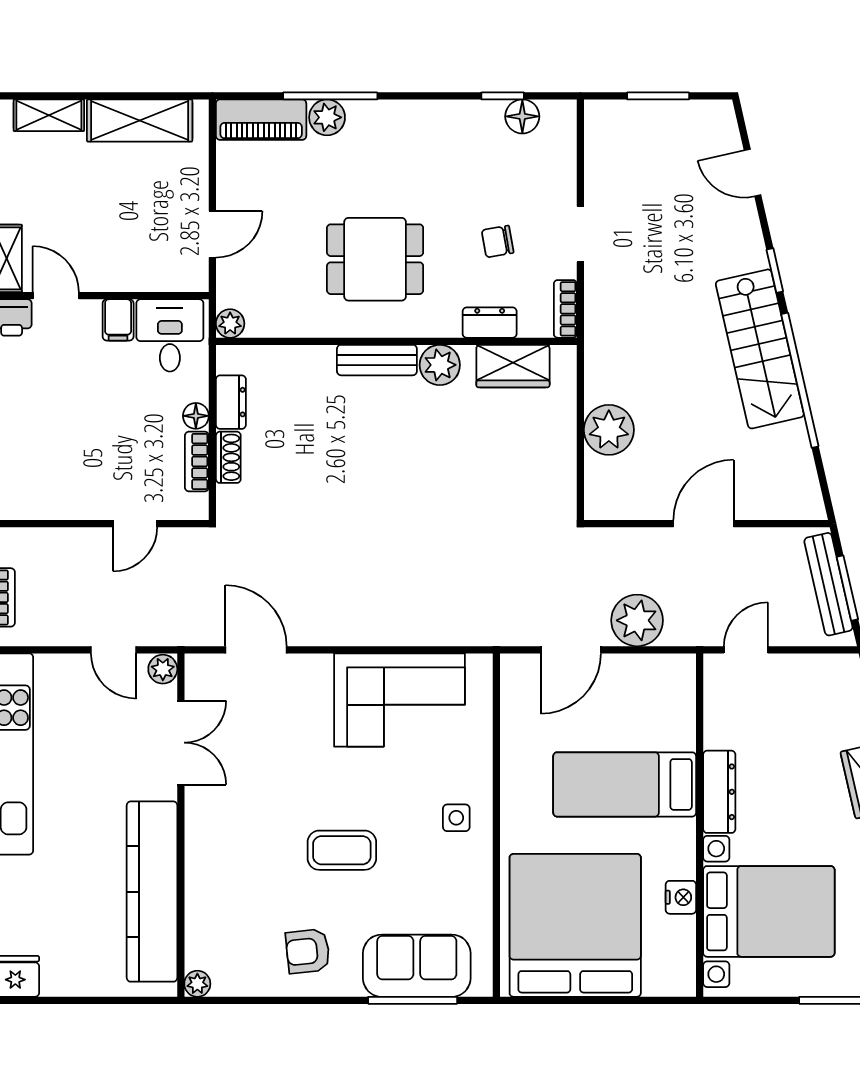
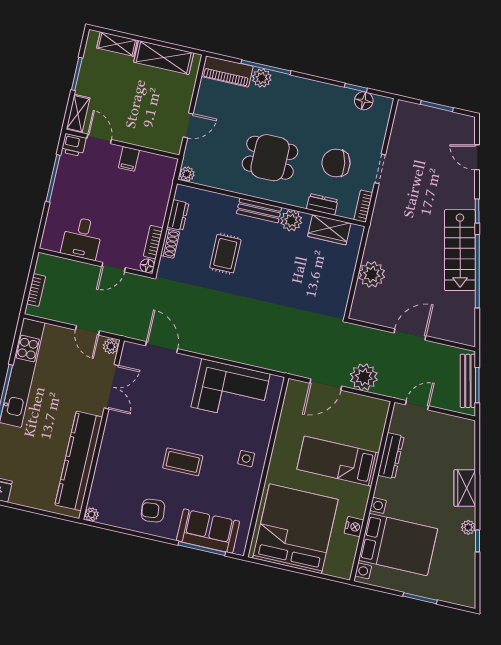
chair: (498, 241) -> (336, 163), width x1.87, depth x1.87
desk: (170, 335) -> (82, 238), moved, turned 180
floor lamp: (196, 416) -> (147, 266), moved
rug: (333, 453) -> (225, 254), added
dresser: (719, 792) -> (391, 456), moved

